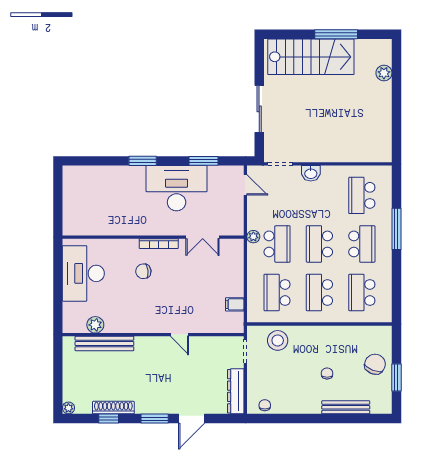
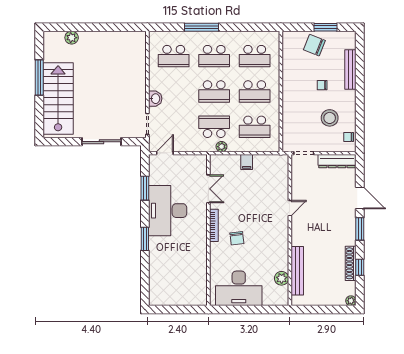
plant: (253, 237) -> (221, 147), moved
school desk: (362, 244) -> (214, 56), turned 180
filing cabinet: (235, 304) -> (247, 162), moved
stool: (278, 340) -> (330, 118), moved

